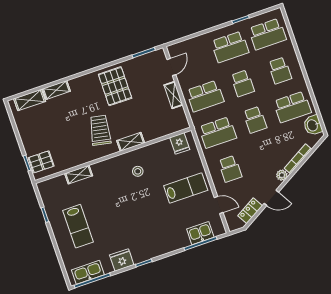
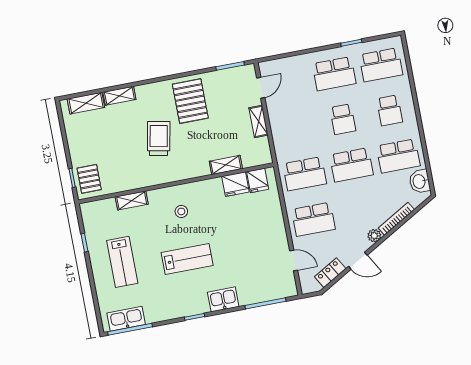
school desk: (205, 96) -> (296, 128), removed
school desk: (255, 120) -> (352, 165), width x1.85
trolley: (100, 130) -> (159, 139), moved
shelving: (131, 142) -> (226, 165), moved
pallet: (41, 162) -> (89, 179), turned 90
school desk: (230, 169) -> (313, 219), width x1.85
stool: (138, 171) -> (181, 211), moved
lab bench: (186, 188) -> (187, 259), moved
kitchen sink: (200, 233) -> (223, 299), moved
fridge: (122, 260) -> (235, 184), moved, turned 180

